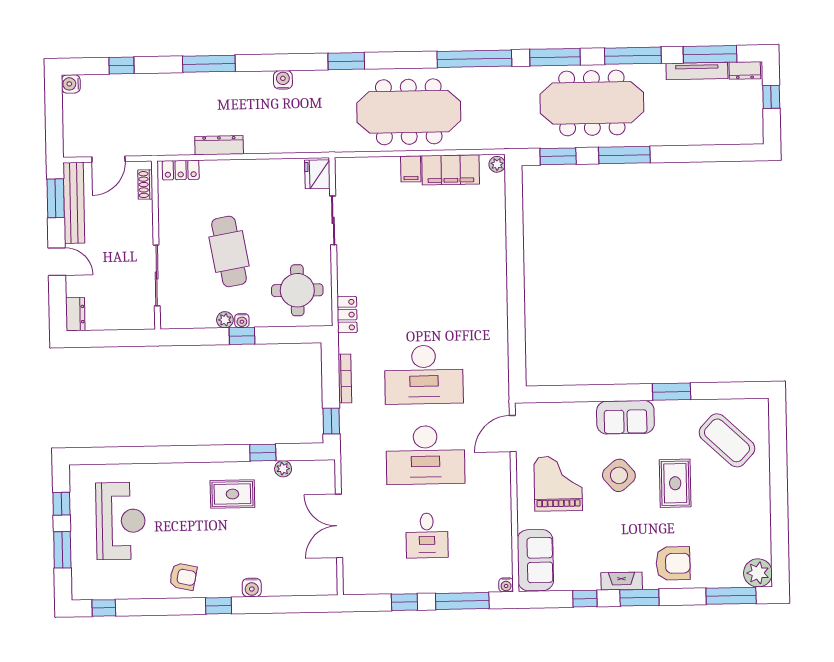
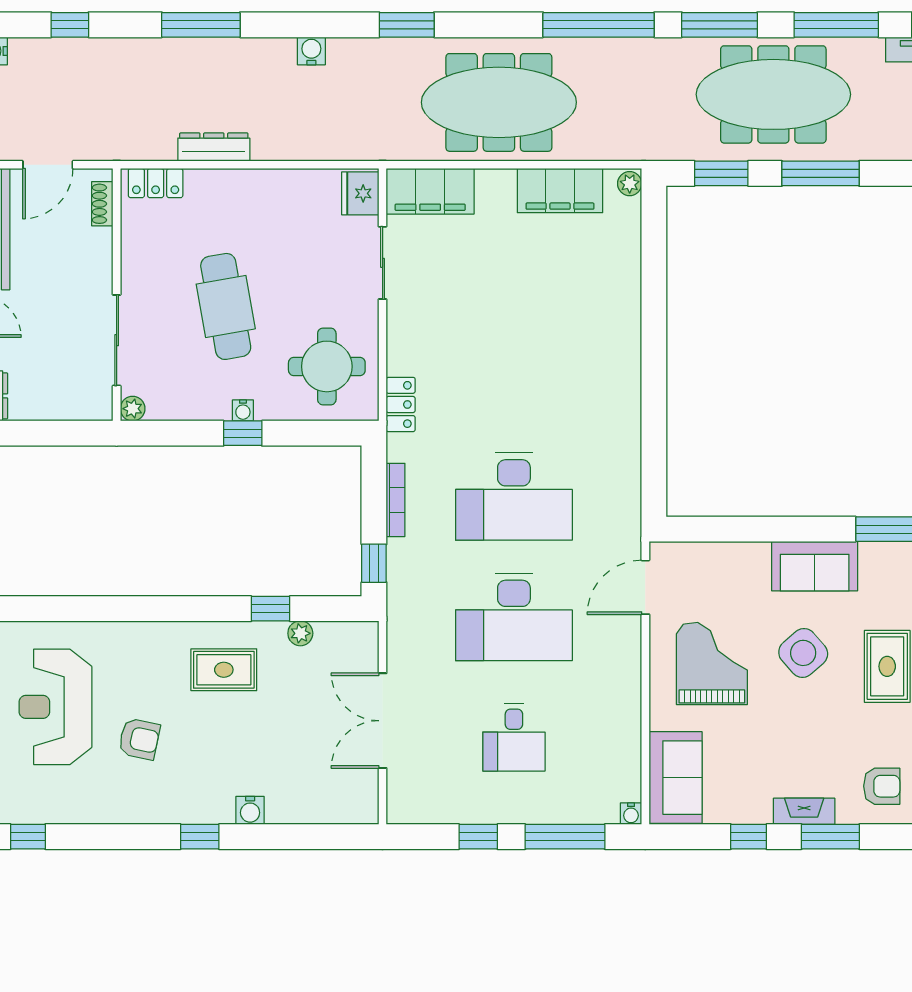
filing cabinet: (411, 169) -> (430, 191), moved, width x3.00, depth x1.17
plant: (225, 320) -> (133, 409), moved
reception desk: (121, 521) -> (55, 707), turned 180
armchair: (673, 563) -> (882, 786), width x0.72, depth x0.72
armchair: (183, 577) -> (139, 739), moved

